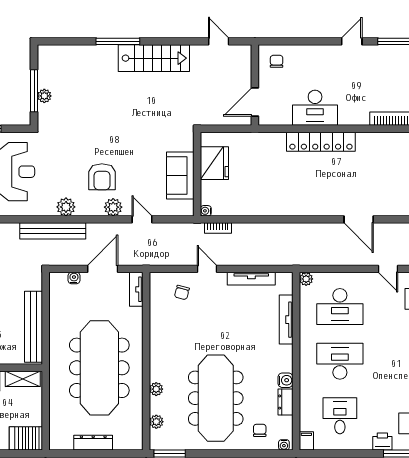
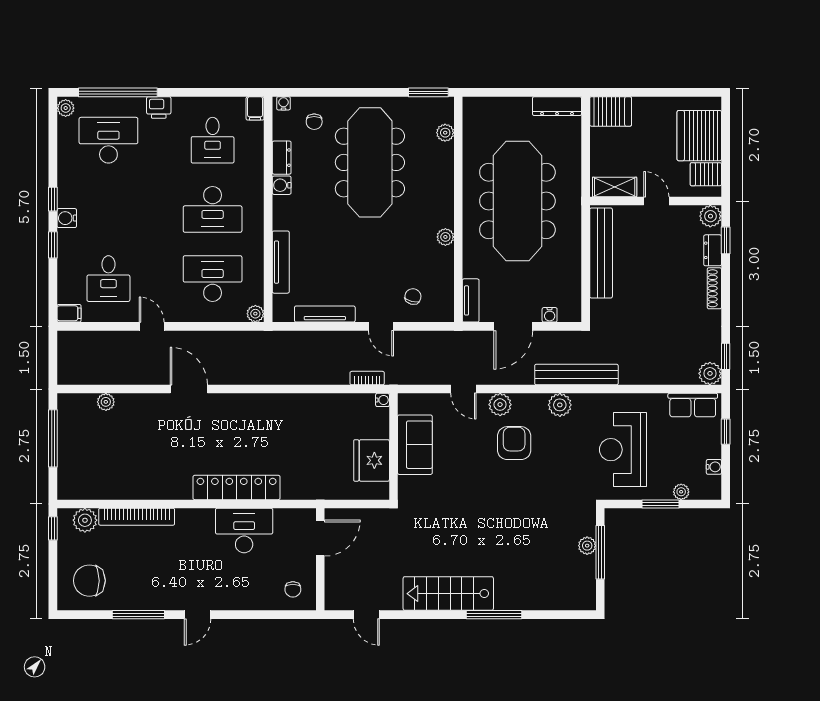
plant: (156, 389) -> (445, 237), moved
dresser: (93, 443) -> (557, 106), moved

